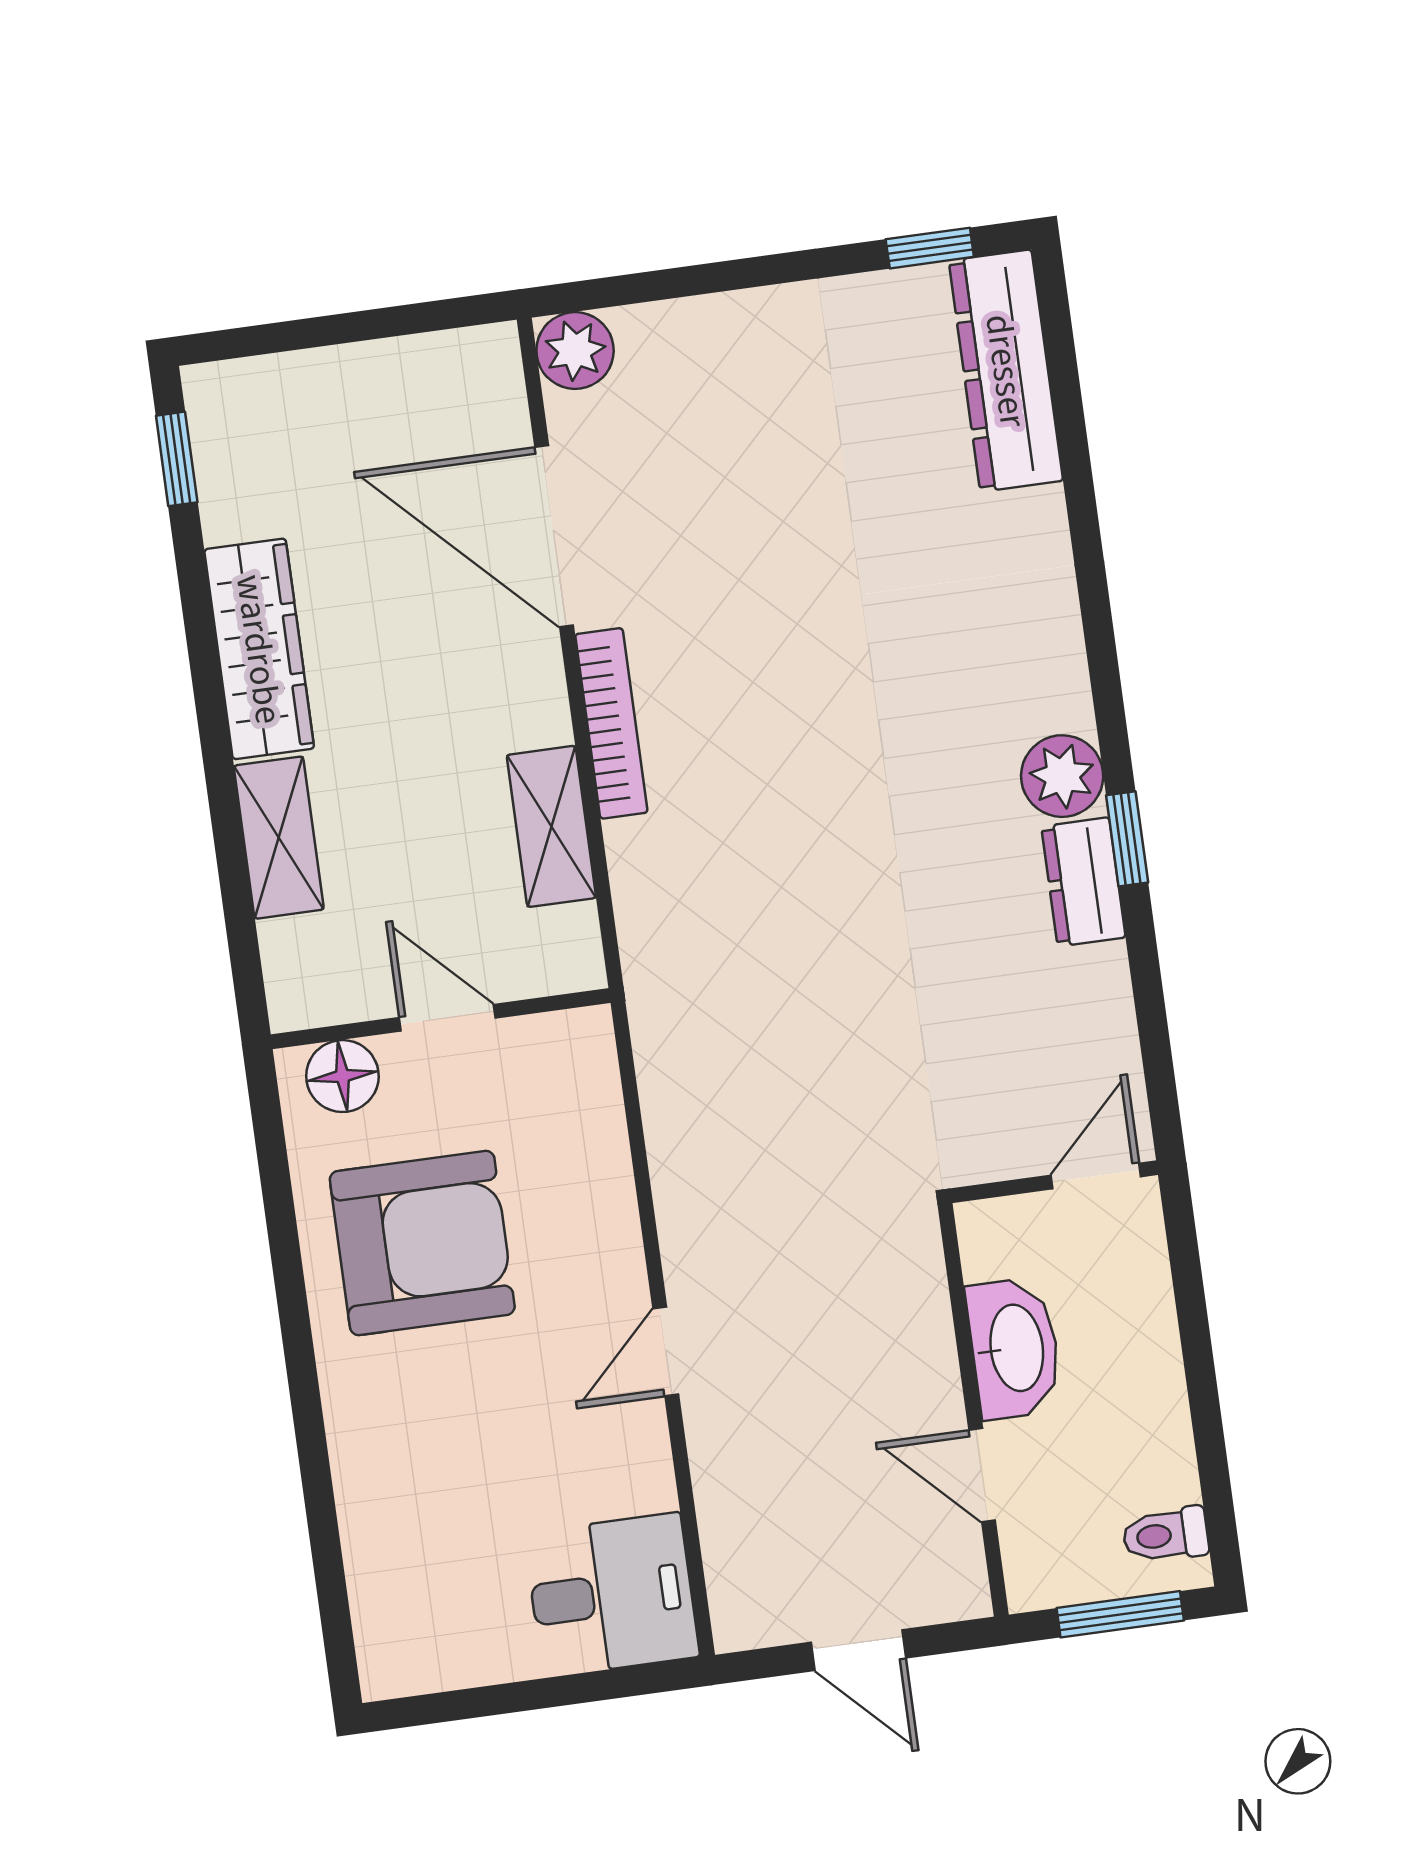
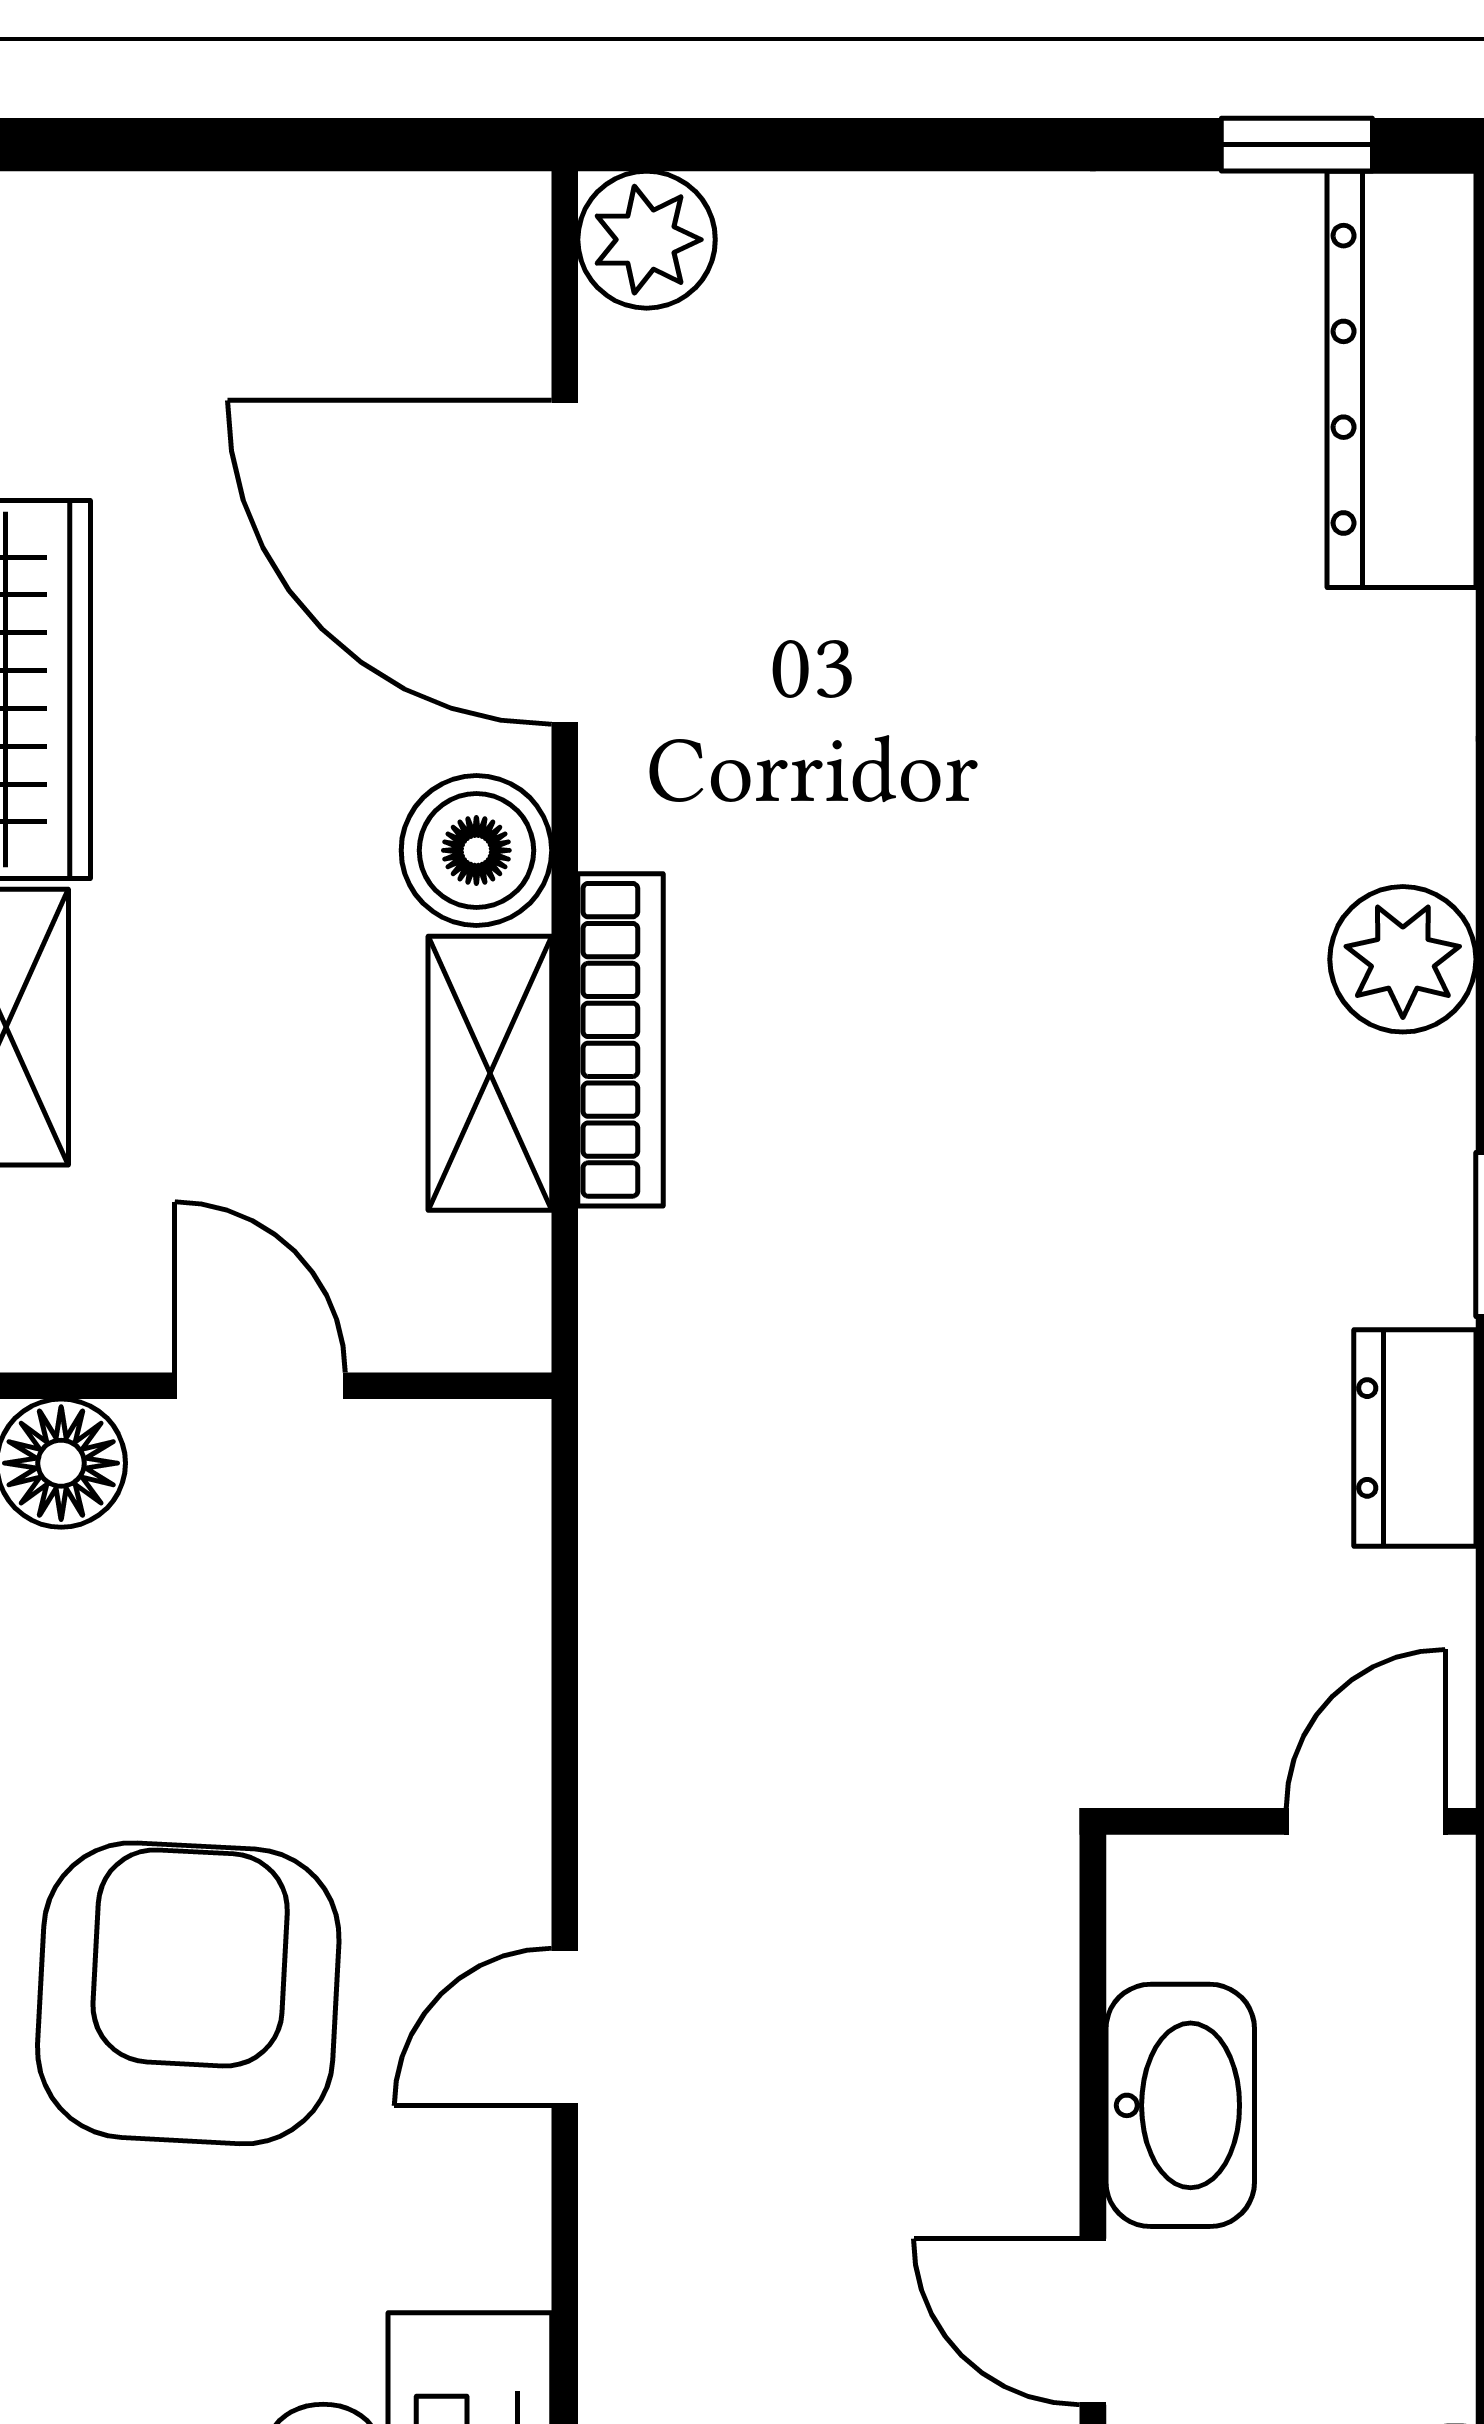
boiler: (527, 703) -> (476, 850), added
bookcase: (611, 723) -> (621, 1040), moved
plant: (1062, 776) -> (1403, 959), moved
dresser: (1083, 882) -> (1415, 1438), moved
armchair: (422, 1243) -> (188, 1993), moved, turned -87

